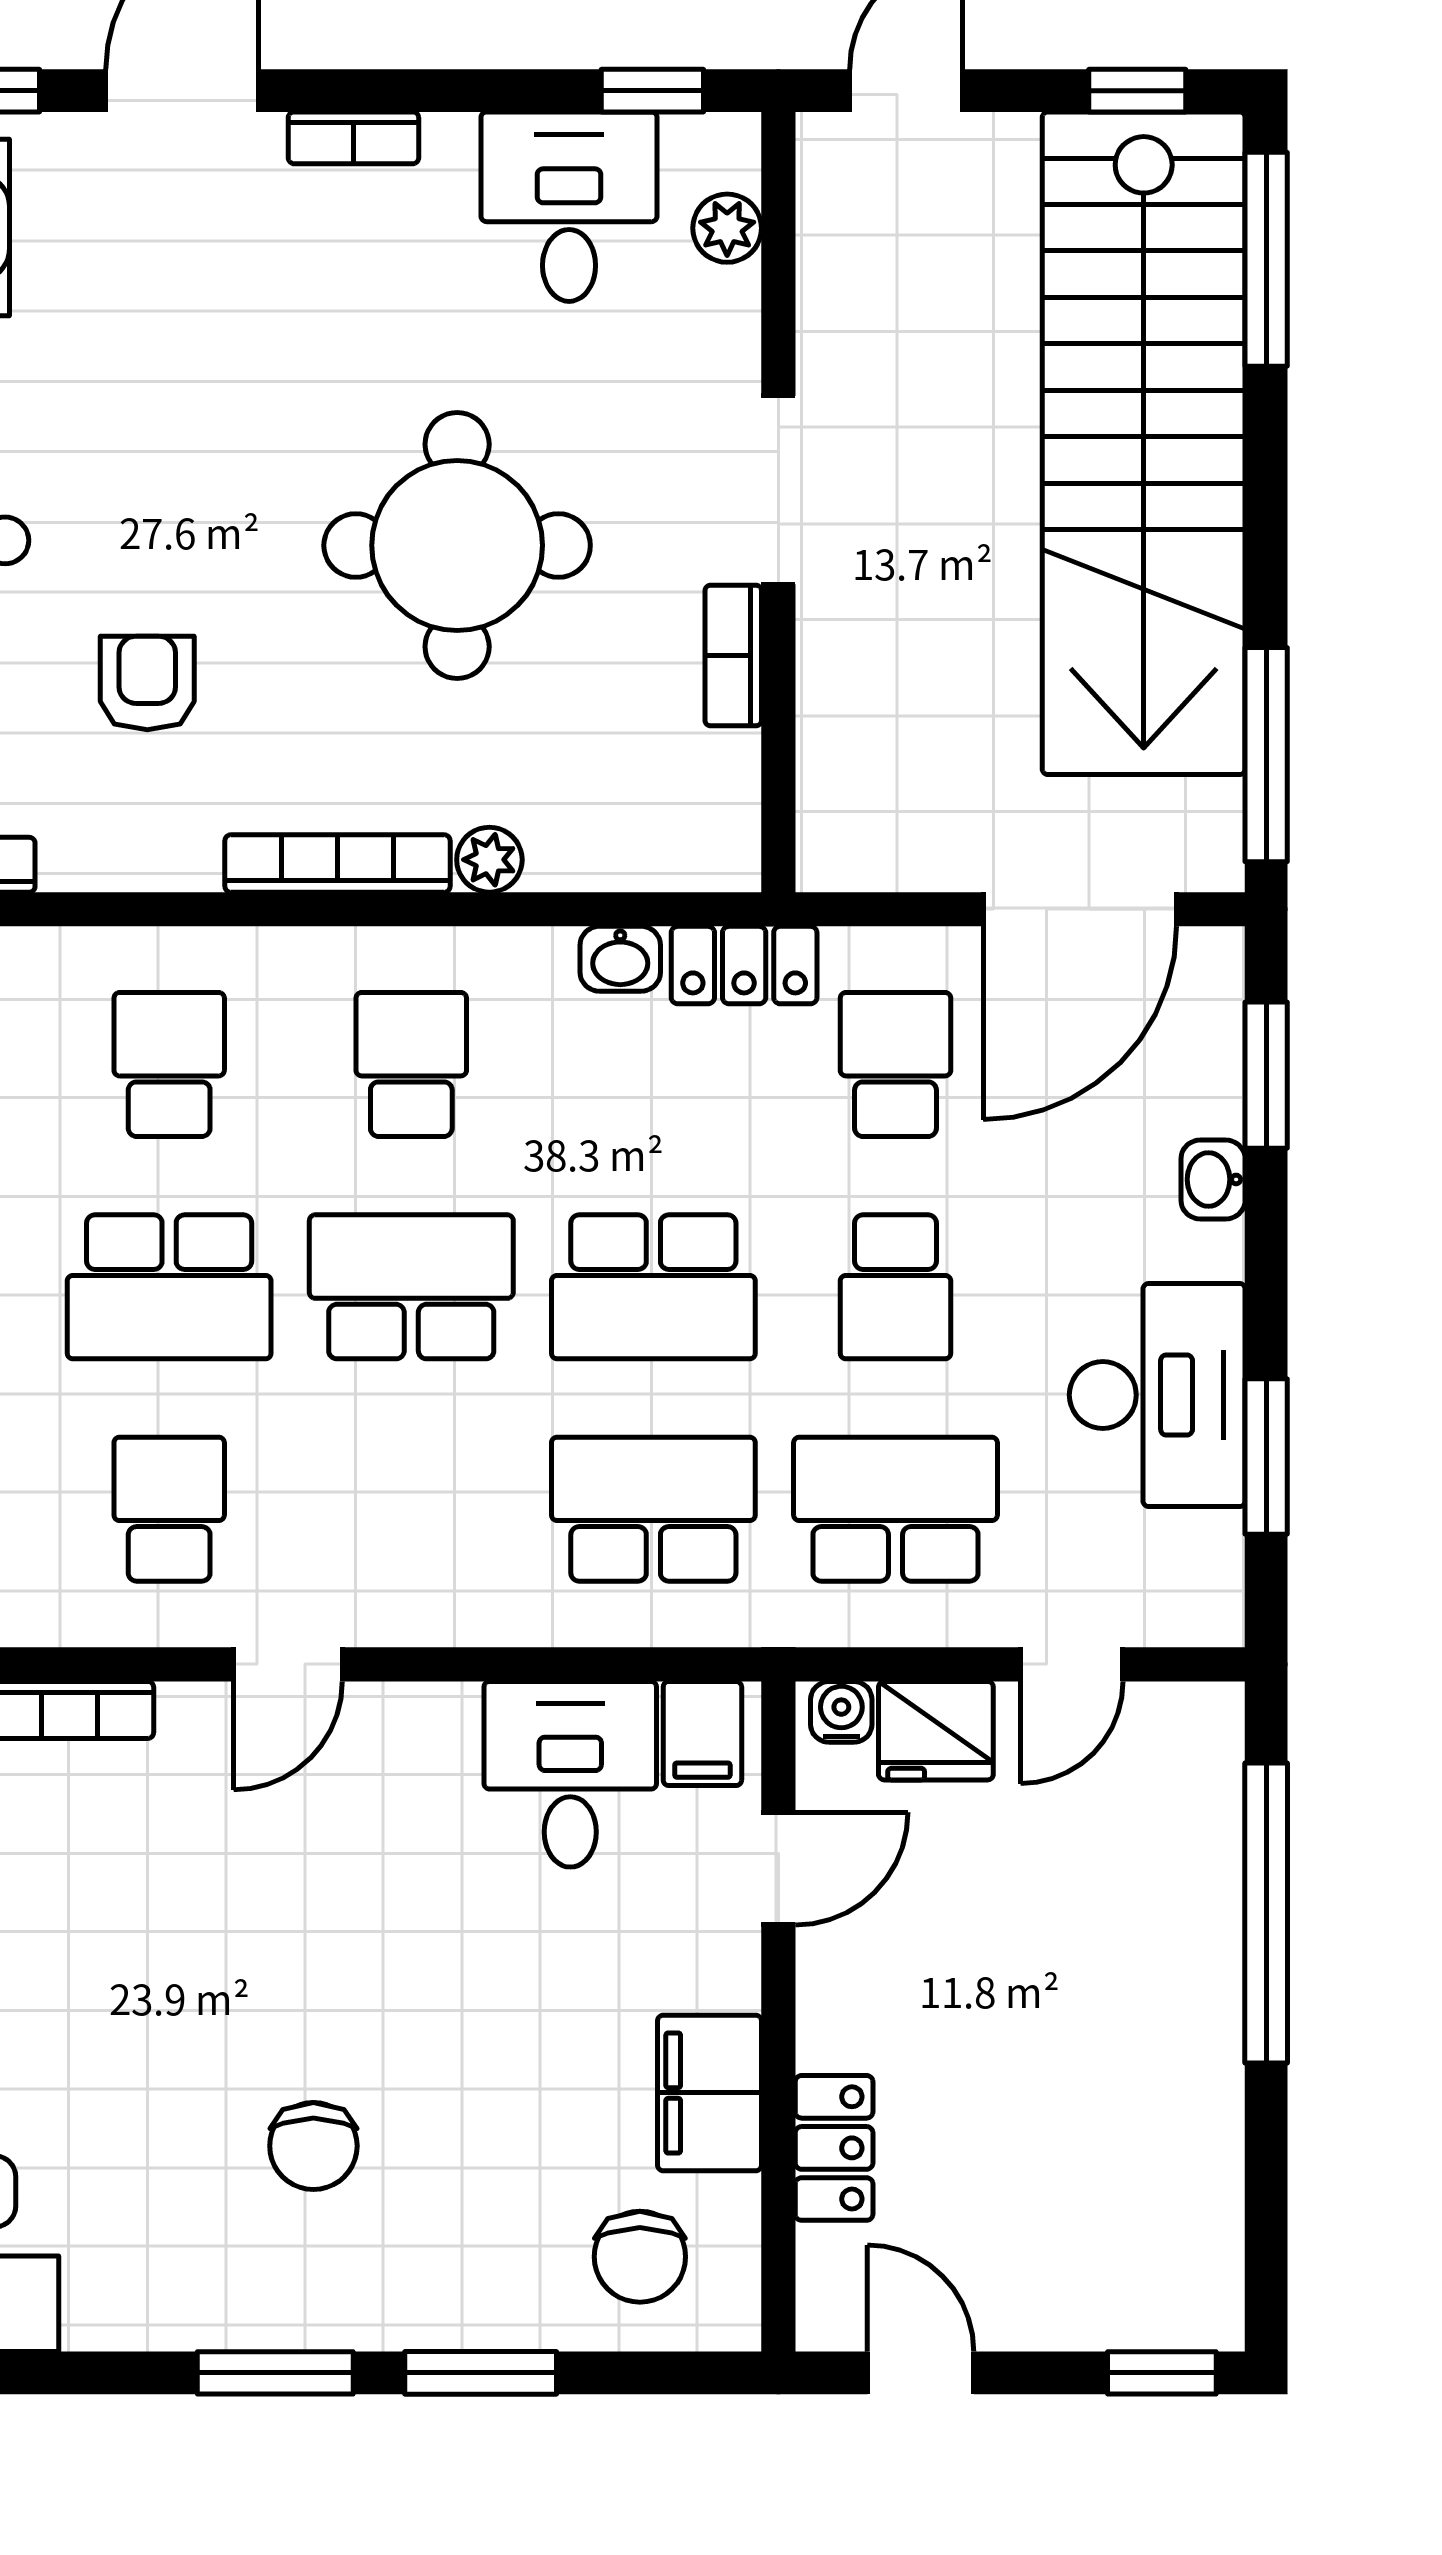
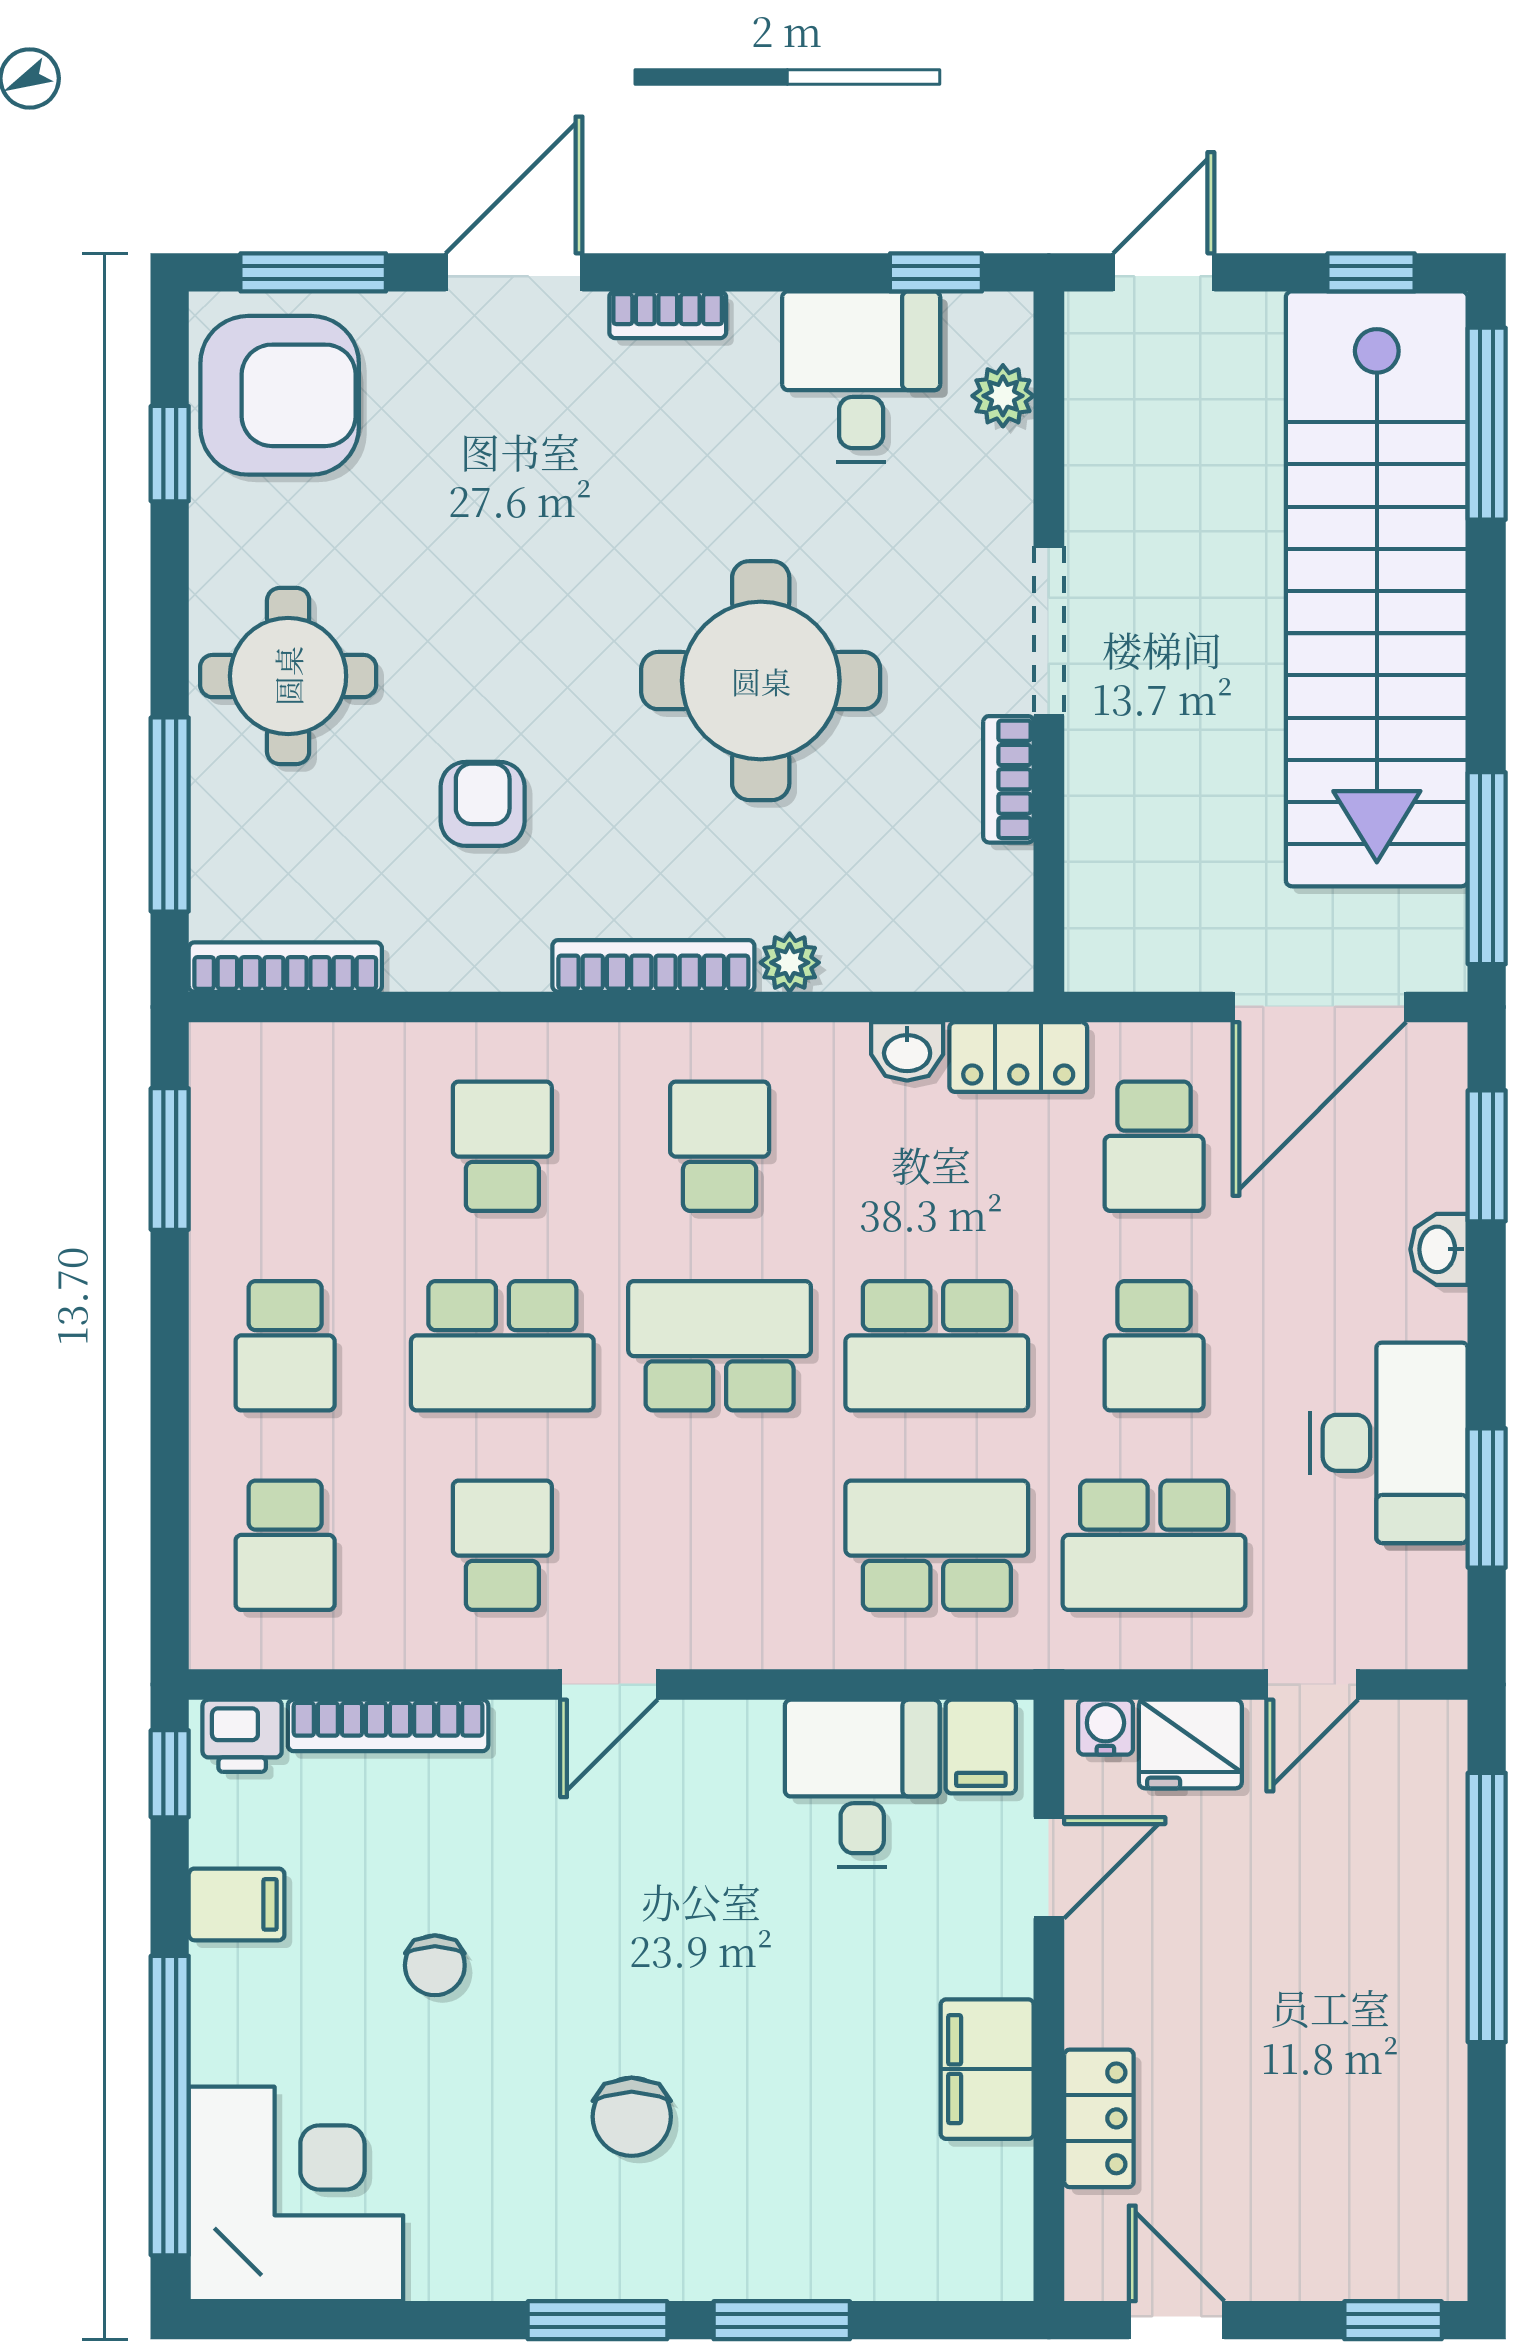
school desk: (895, 1065) -> (1154, 1146), turned 180
school desk: (895, 1509) -> (1154, 1545), turned 180
chair: (640, 2257) -> (435, 1965), moved, width x0.73, depth x0.73

